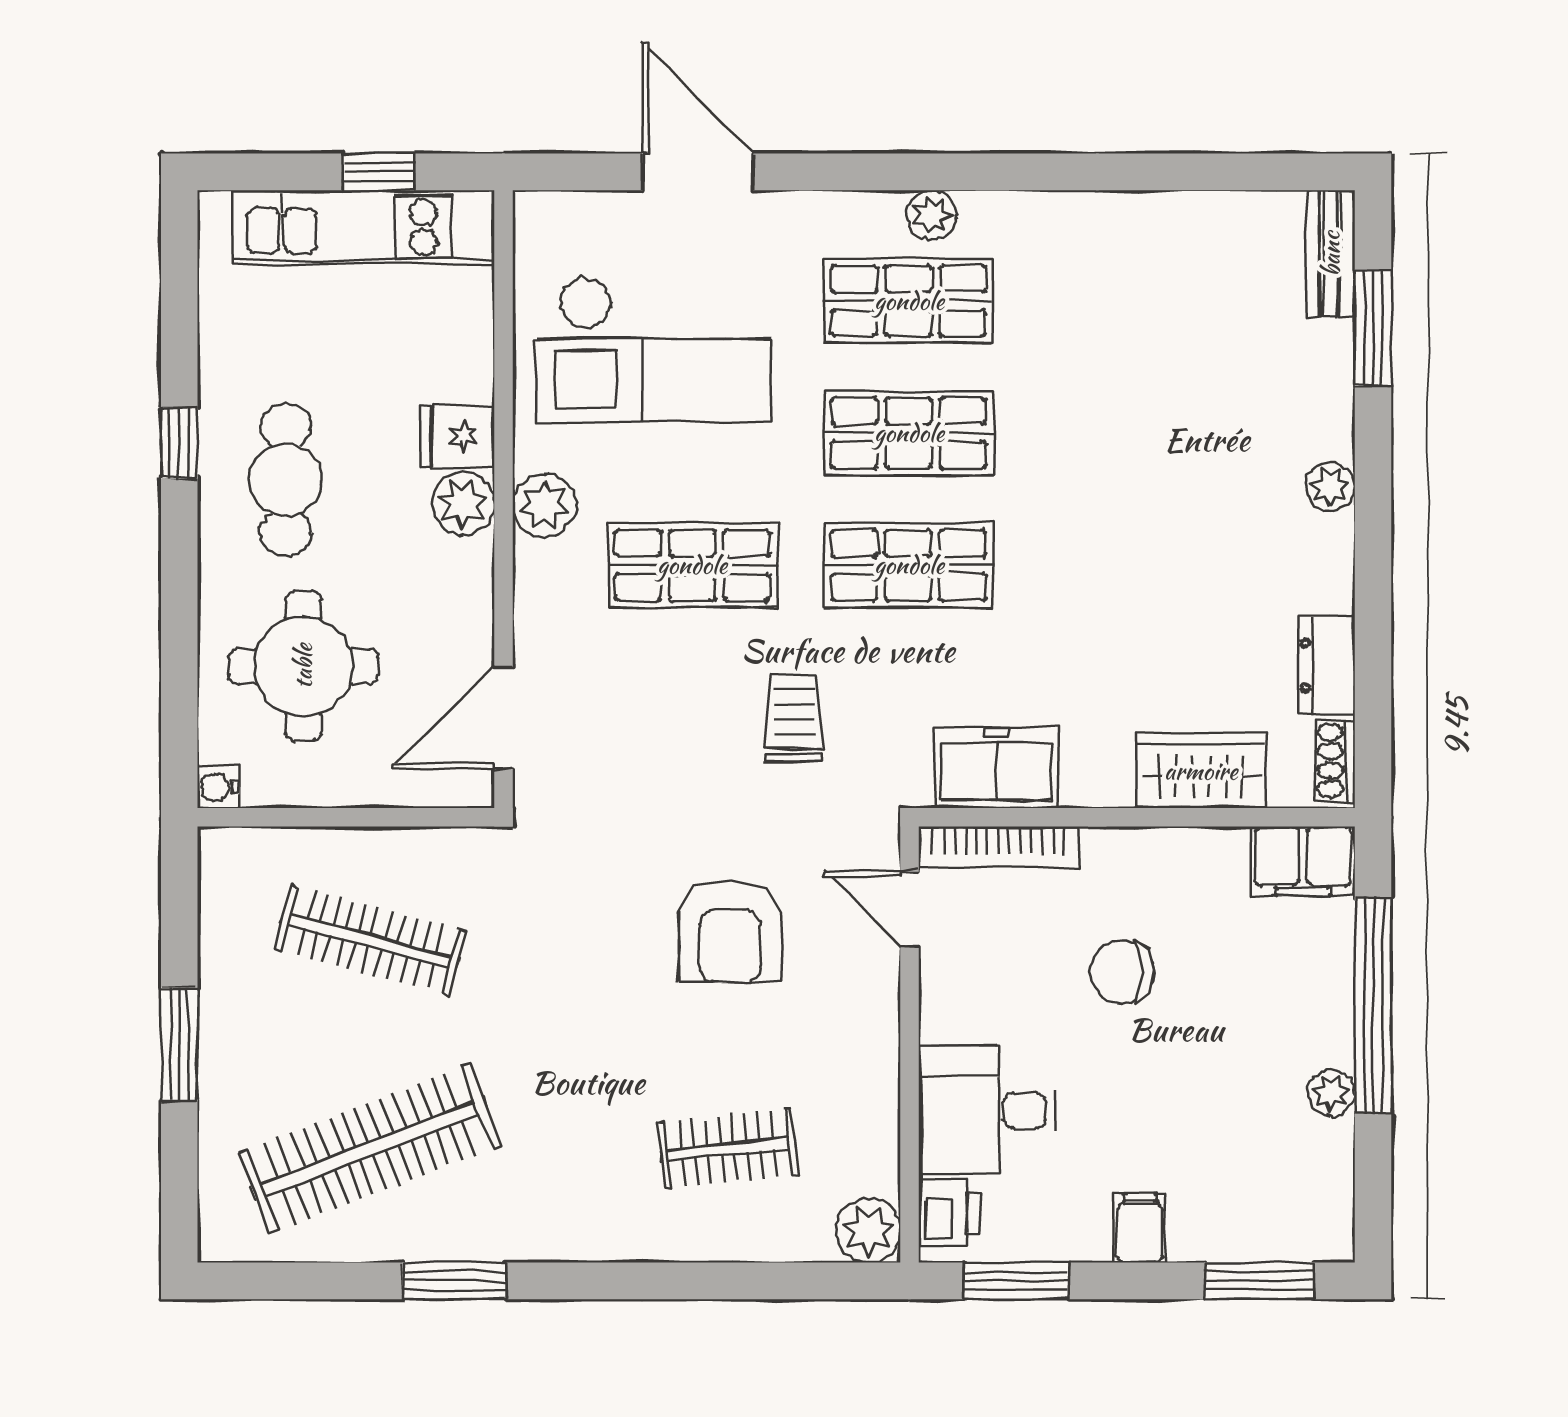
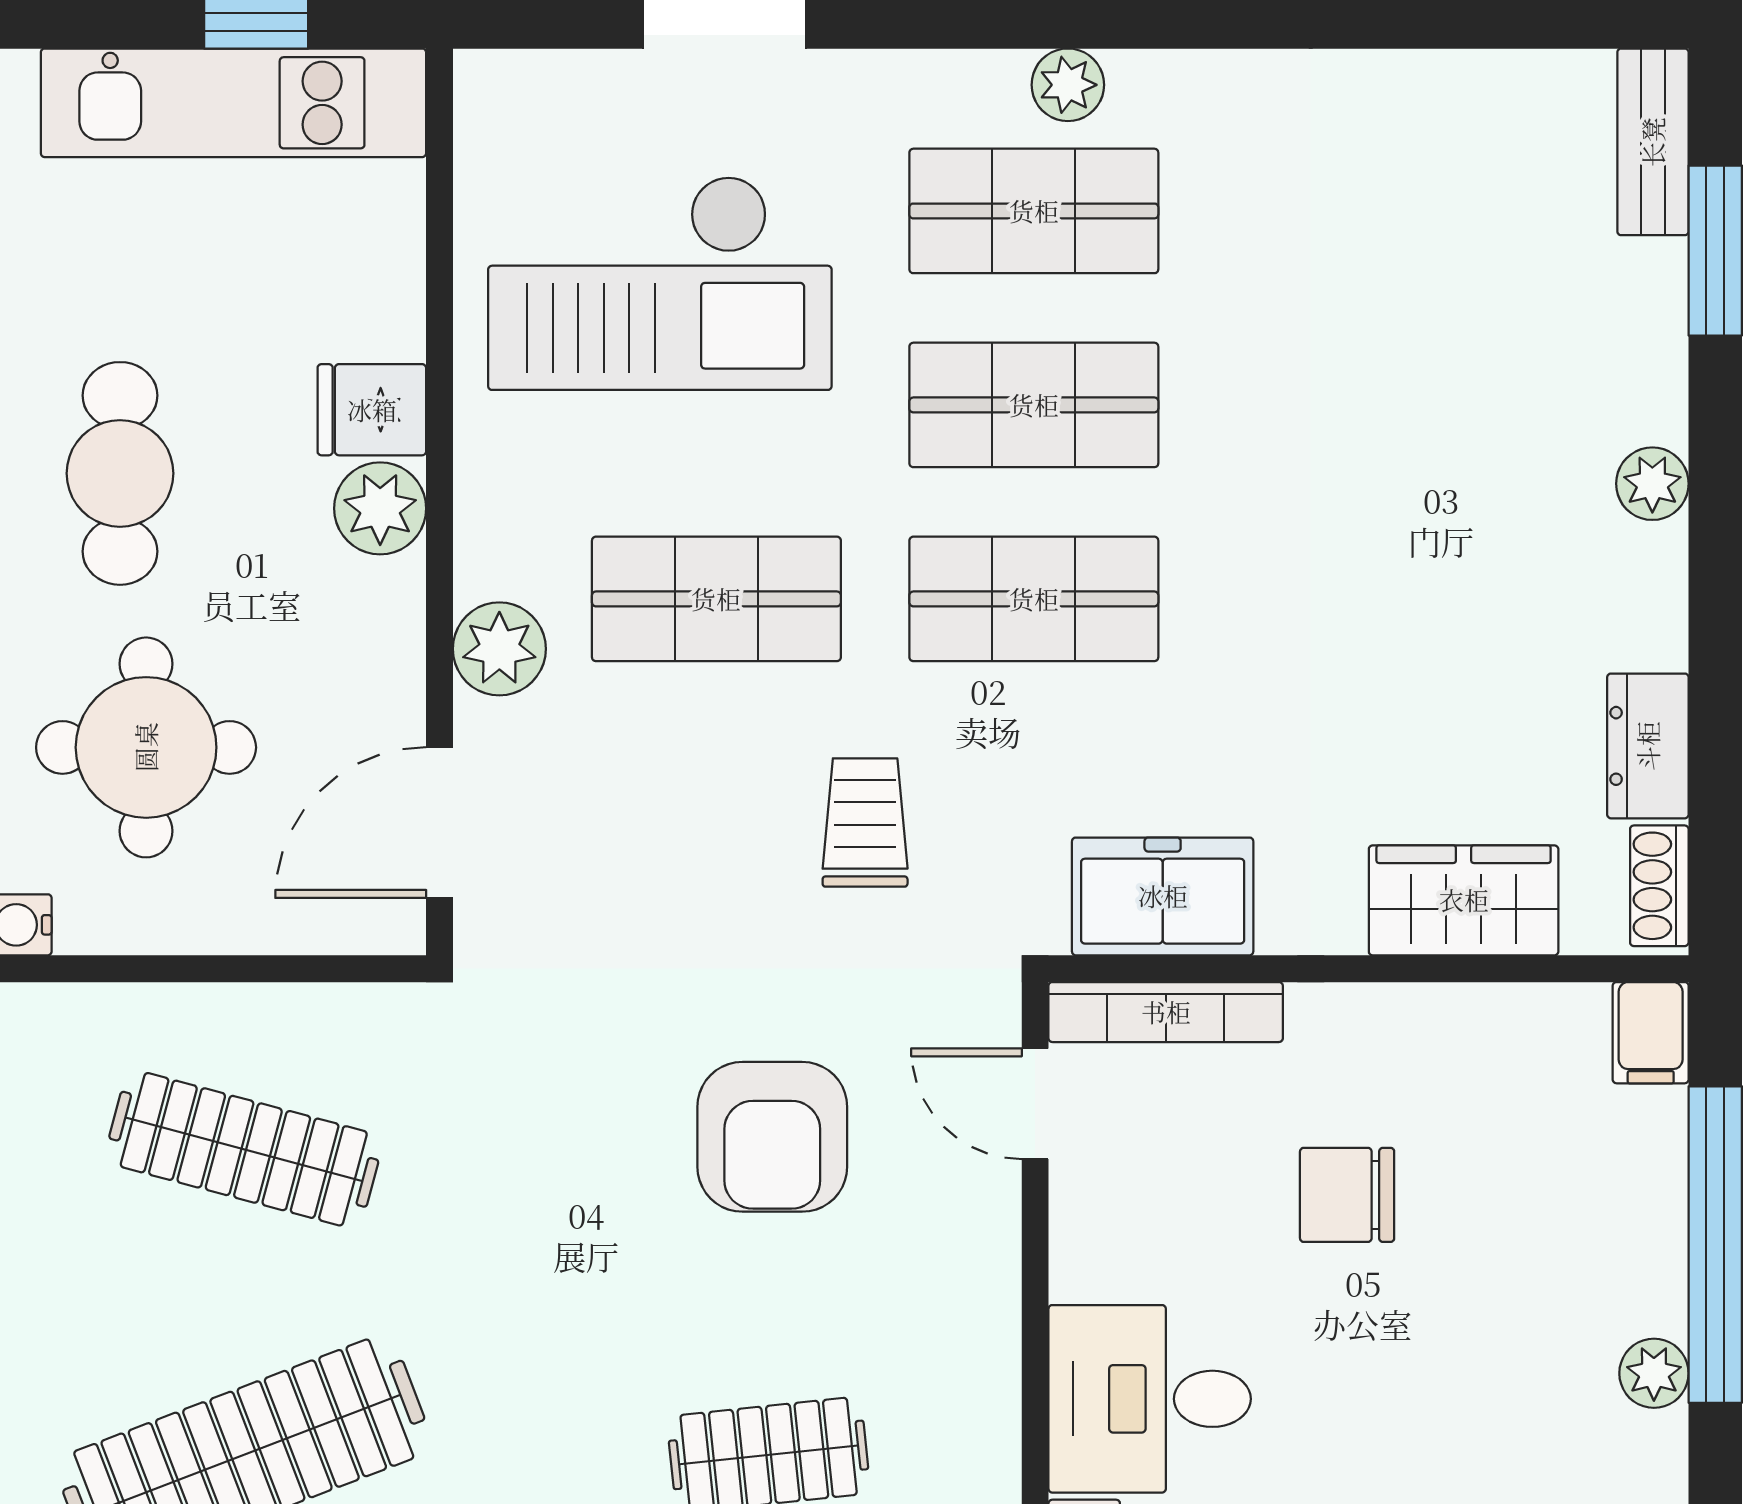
plant: (544, 505) -> (499, 649), moved
filing cabinet: (1303, 861) -> (1651, 1033), width x0.50

